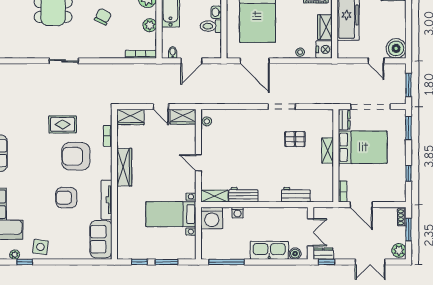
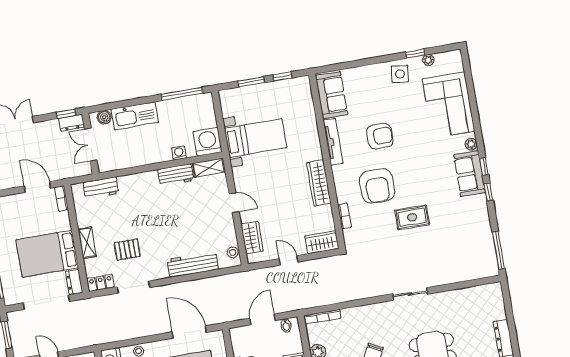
doorway: (282, 107) -> (134, 287), moved
locker: (322, 115) -> (101, 283), added
wardrobe: (183, 117) -> (252, 238), moved, turned 90
workbench: (242, 117) -> (193, 264), added
rug: (63, 124) -> (412, 217), moved
armchair: (76, 156) -> (377, 186), turned 90
workbench: (296, 195) -> (101, 188), moved

